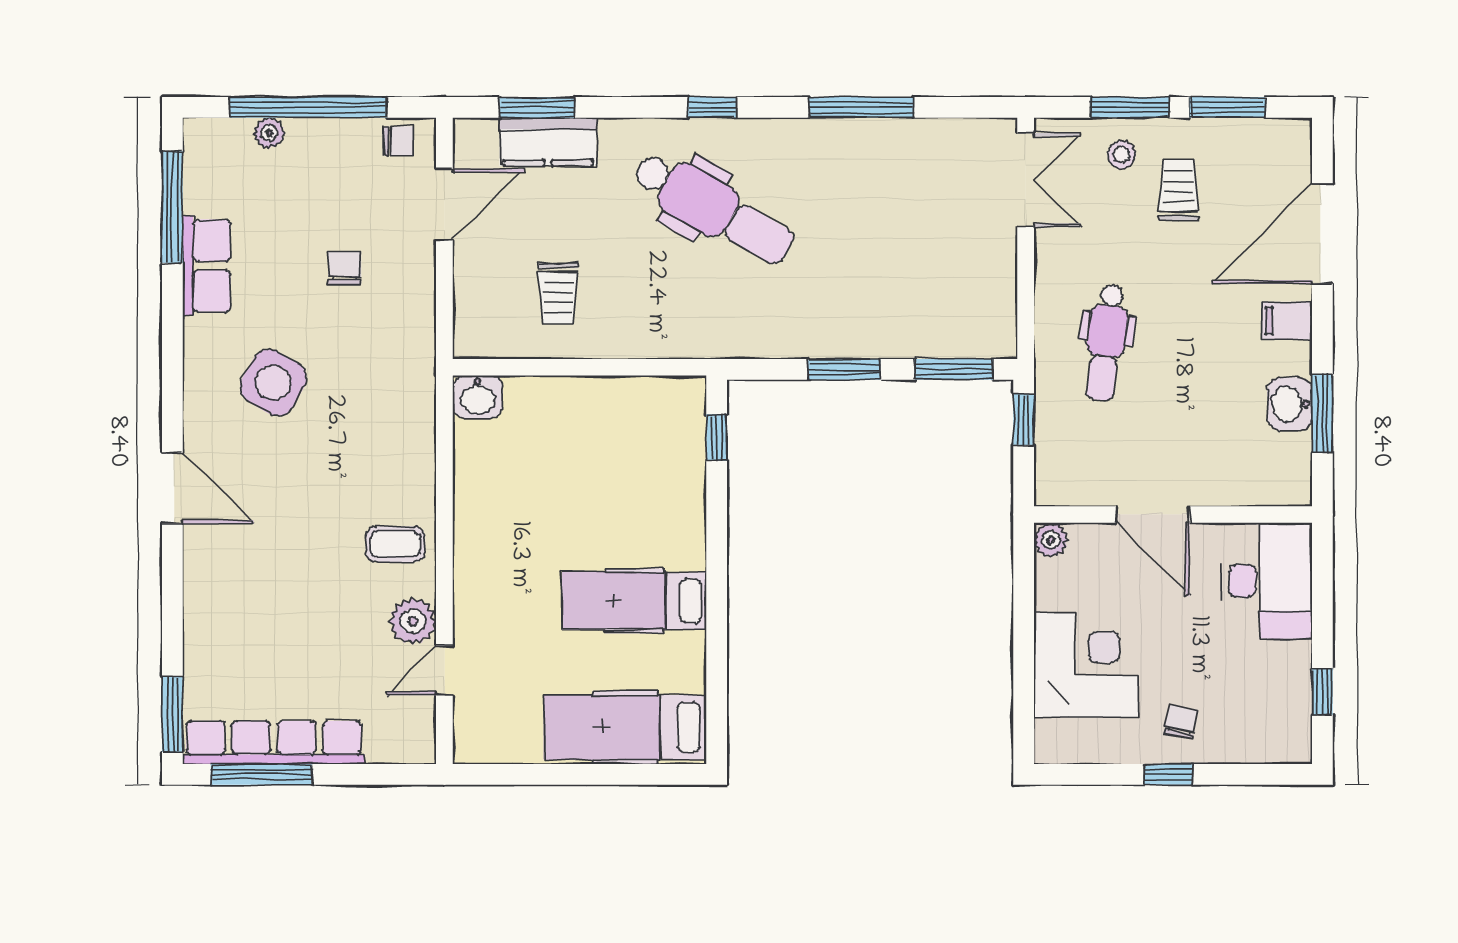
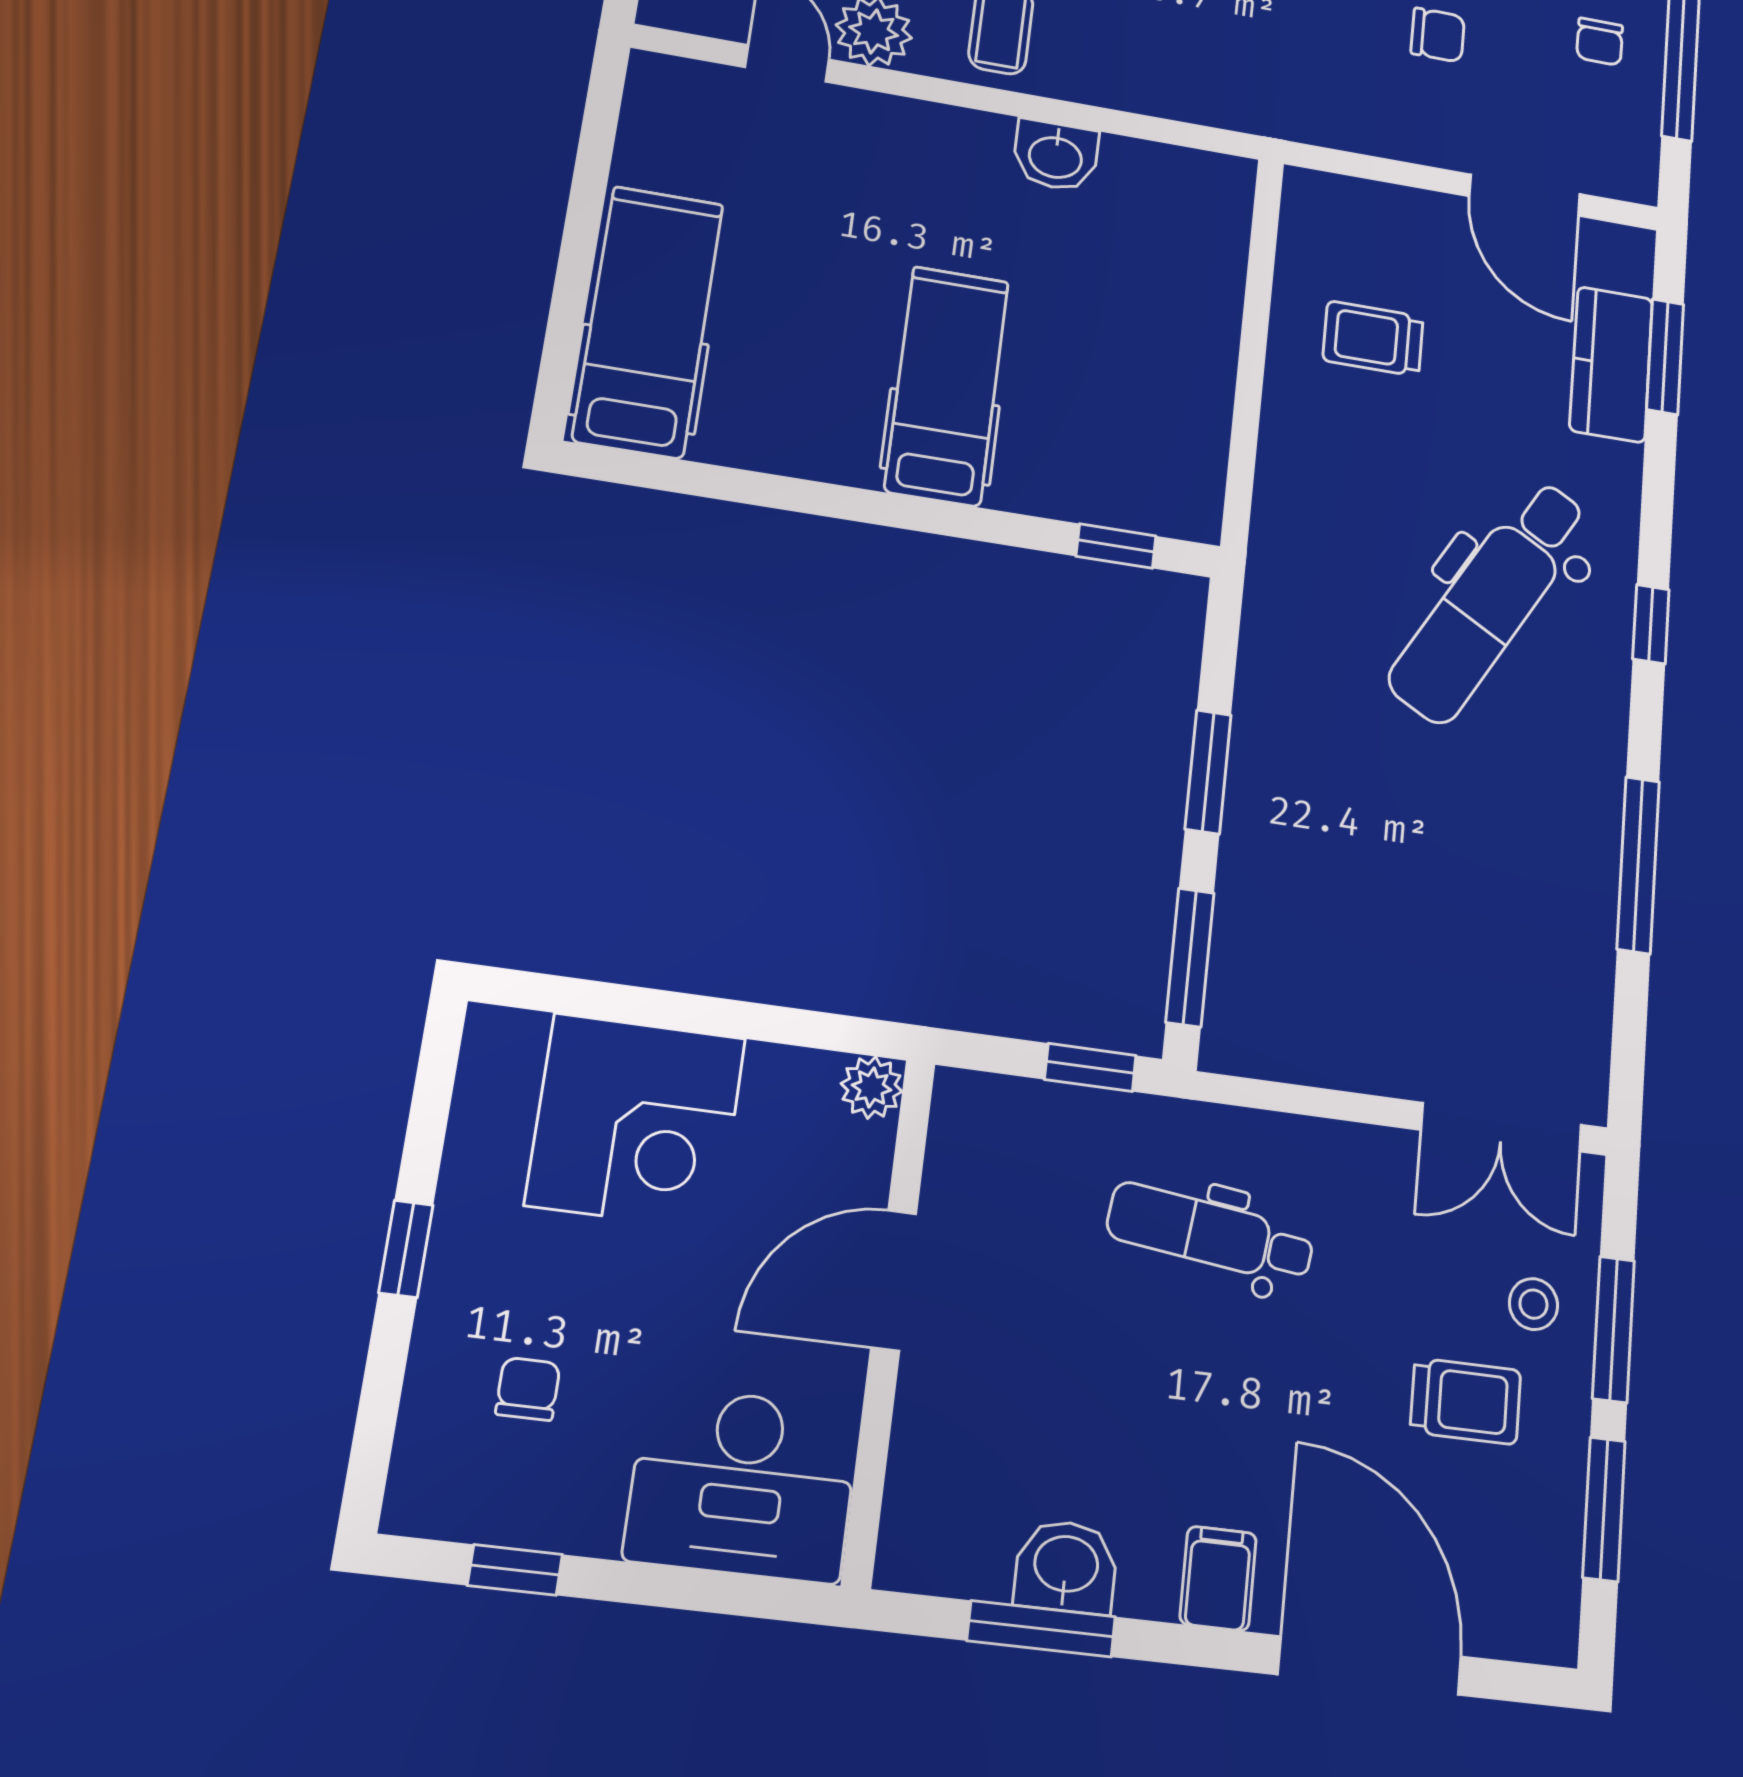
chair: (398, 141) -> (1600, 42), moved
washbasin: (478, 397) -> (1056, 156), moved, turned -90
hospital bed: (634, 601) -> (947, 386), moved
chair: (1181, 722) -> (528, 1389), moved, turned -101

